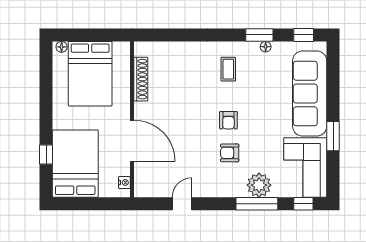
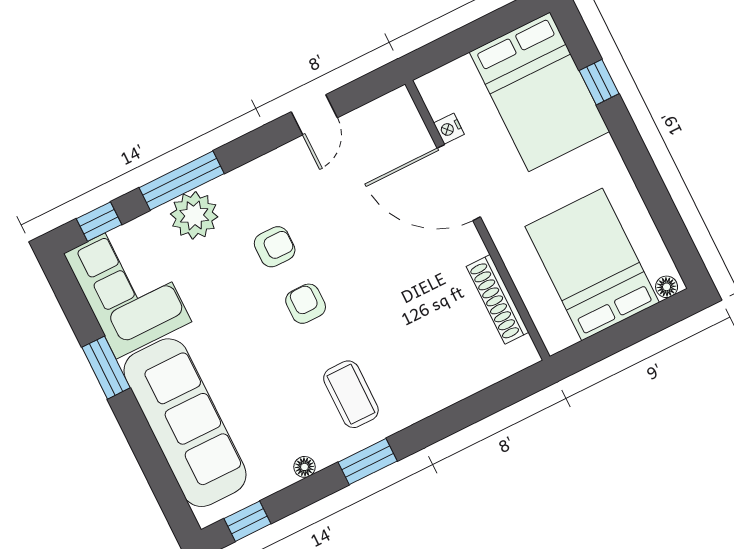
window: (259, 35) -> (368, 462), moved
coffee table: (228, 69) -> (351, 394), width x1.36, depth x1.30
nightstand: (124, 183) -> (449, 129), moved

